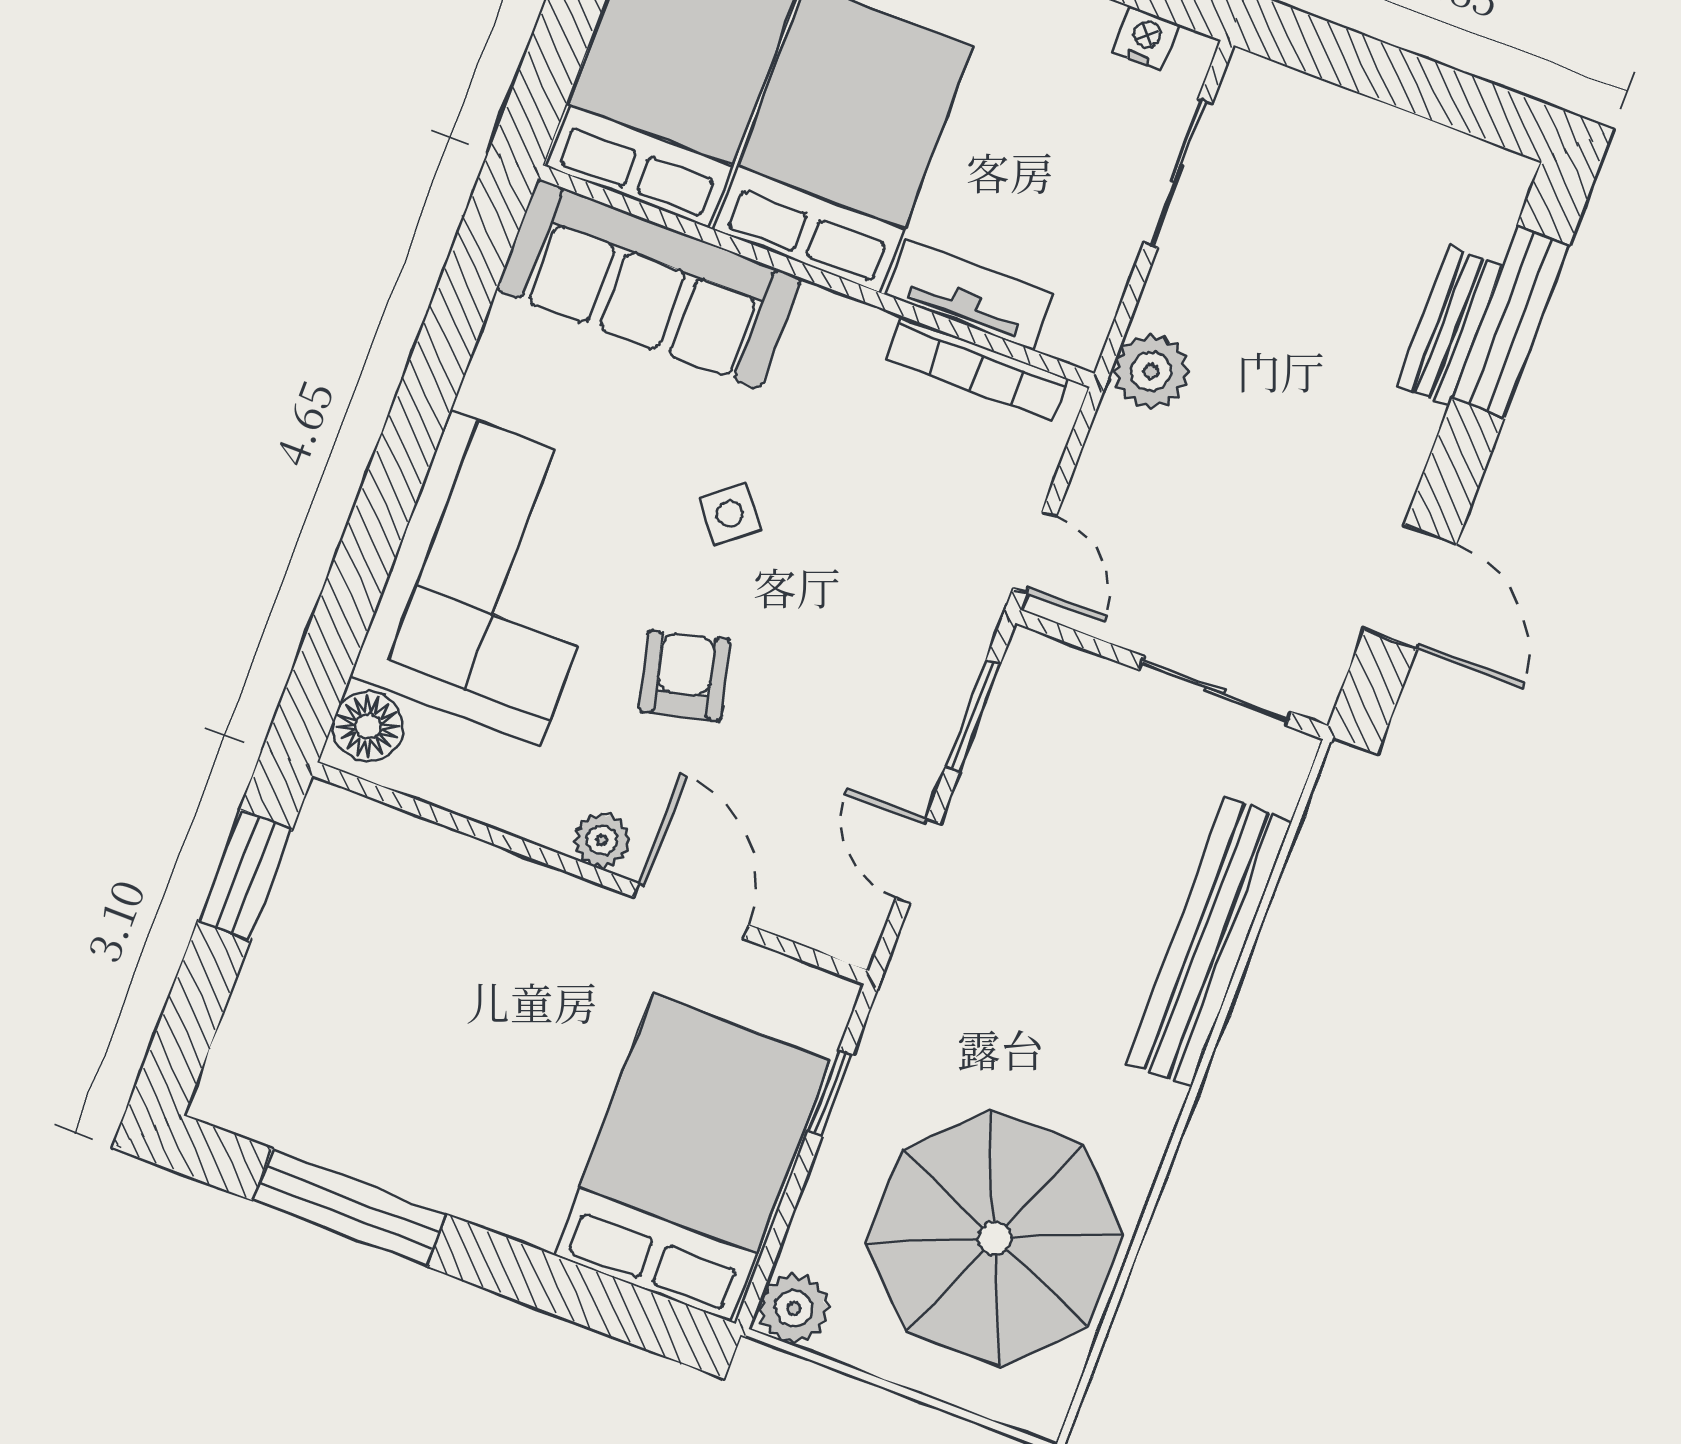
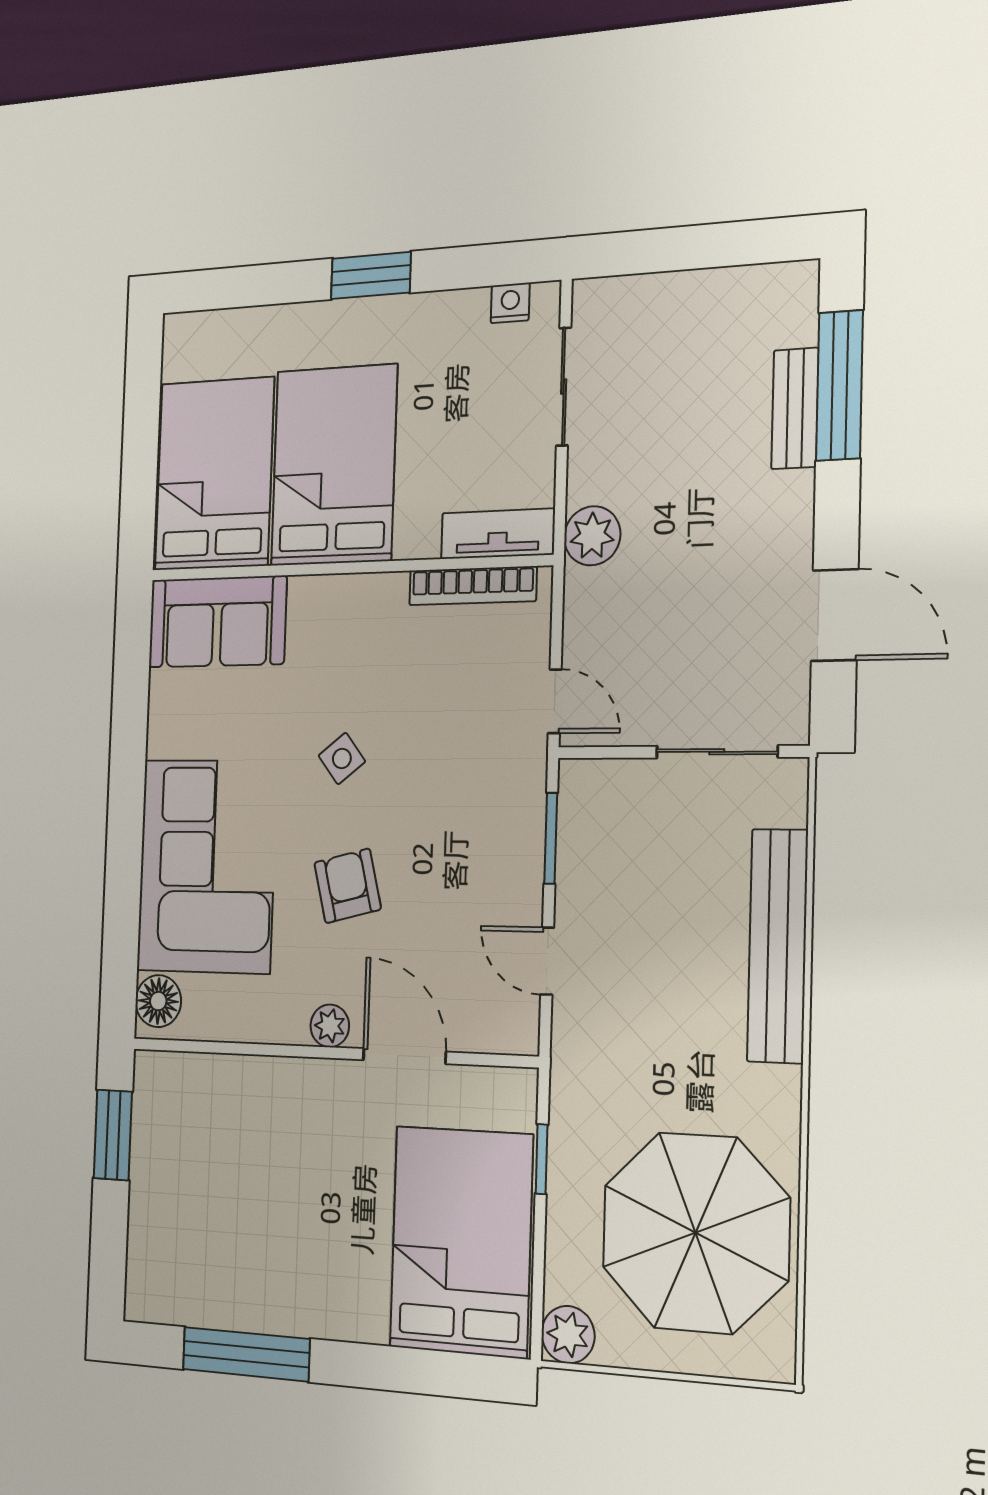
sofa: (649, 284) -> (217, 622), width x0.73
tv unit: (969, 294) -> (498, 534), moved

